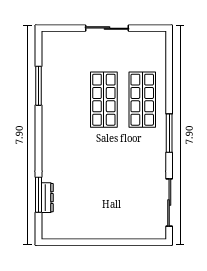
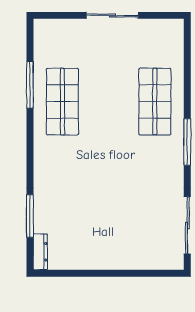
shop shelf: (104, 100) -> (62, 102), moved
dresser: (47, 198) -> (40, 252), moved

